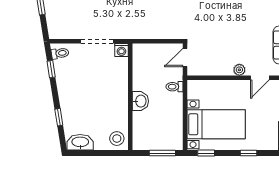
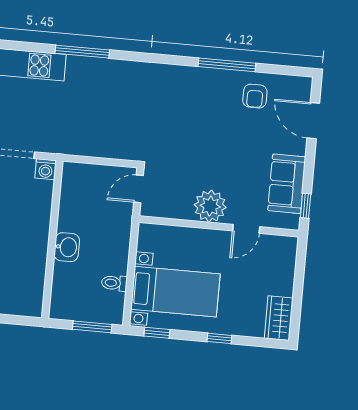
plant: (239, 70) -> (210, 206), width x1.88, depth x1.88
toilet: (175, 87) -> (114, 283), moved
stool: (117, 139) -> (27, 299), removed

